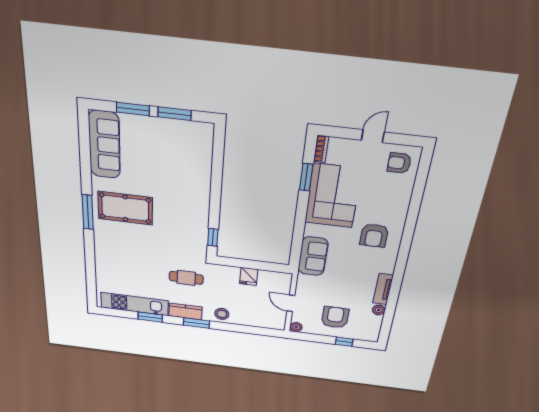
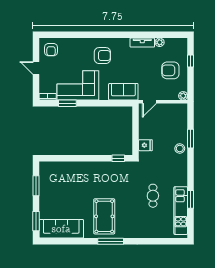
window: (133, 109) -> (36, 221), moved
fridge: (249, 276) -> (145, 145), moved
cafe table: (186, 278) -> (153, 196), moved
door: (291, 303) -> (149, 102), moved
kitchen counter: (185, 311) -> (182, 174), removed
window: (196, 323) -> (191, 139), moved

